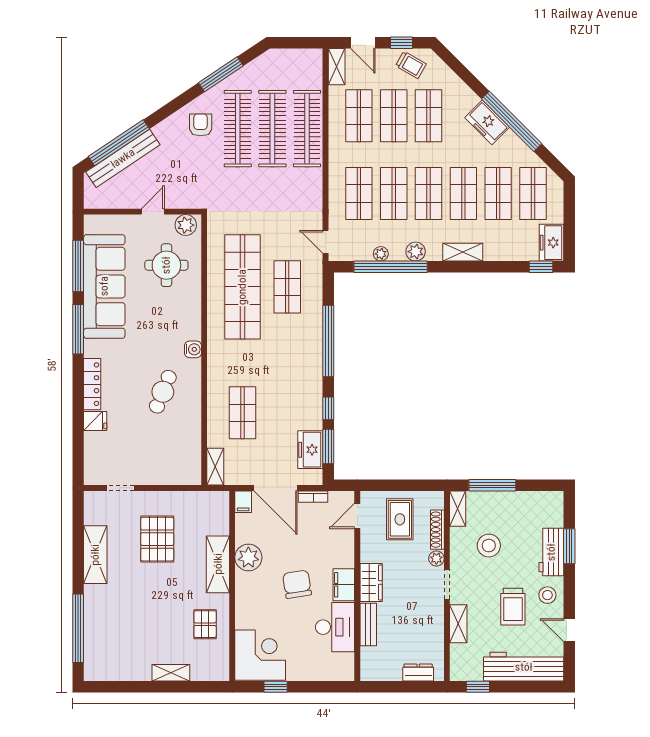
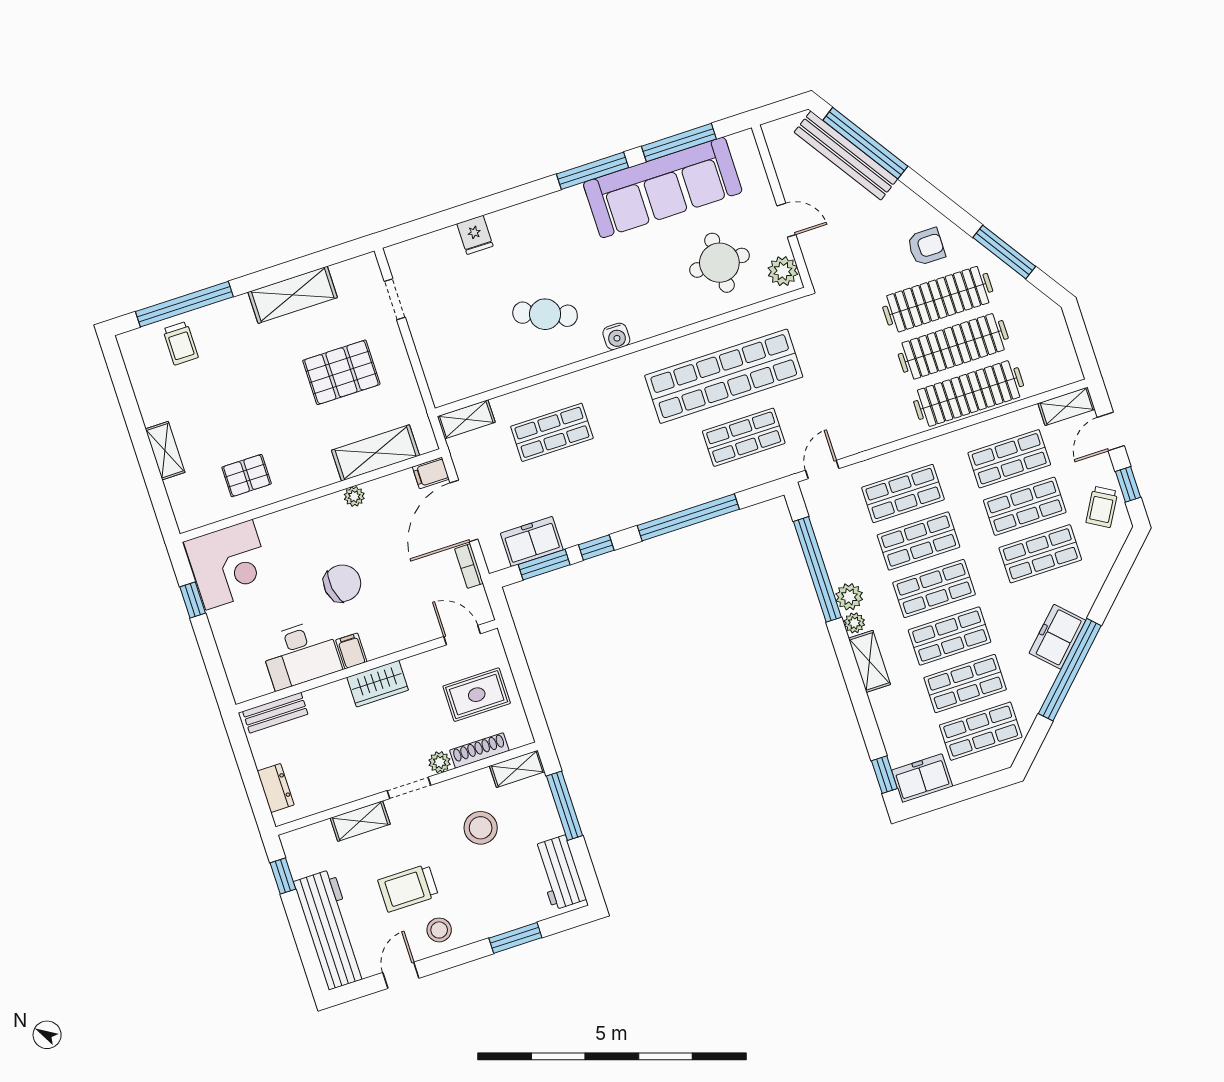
plant: (381, 254) -> (854, 623), moved
locker: (92, 384) -> (524, 215), removed
workbench: (551, 552) -> (559, 872), moved, turned -90
plant: (248, 557) -> (354, 496), width x0.53, depth x0.53
shelving: (218, 564) -> (375, 453), moved
filing cabinet: (344, 585) -> (351, 651), width x0.50
bench: (368, 624) -> (275, 713), moved
trolley: (103, 639) -> (180, 343), added

